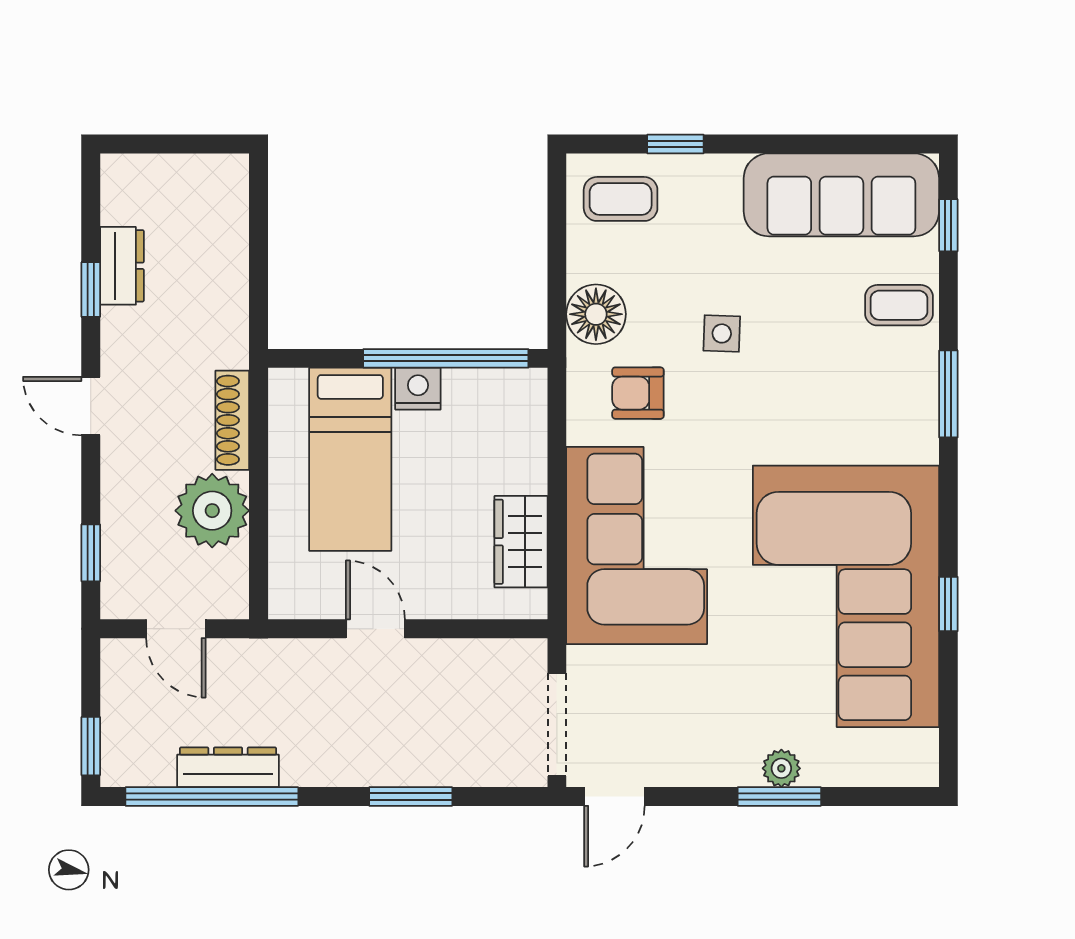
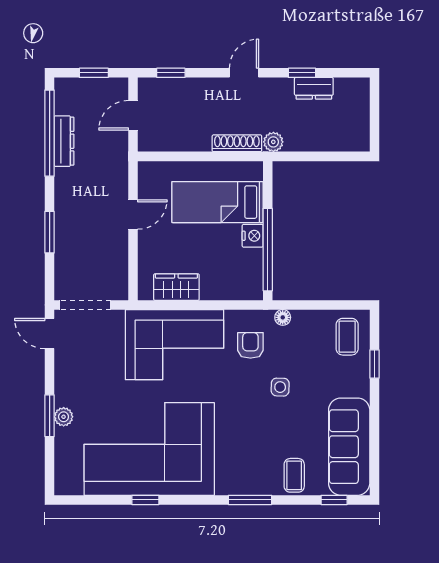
floor lamp: (596, 314) -> (283, 317), width x0.53, depth x0.53
plant: (212, 511) -> (273, 142), moved, width x0.53, depth x0.53
window: (91, 746) -> (94, 73), moved

